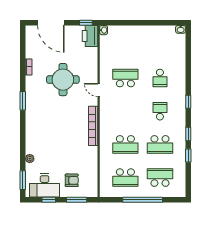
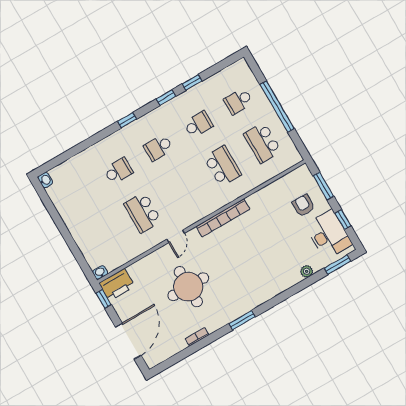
school desk: (160, 144) -> (198, 124), width x0.54
school desk: (125, 178) -> (262, 143), turned 180
school desk: (160, 178) -> (238, 101), width x0.54

